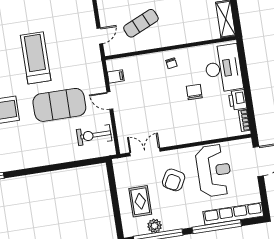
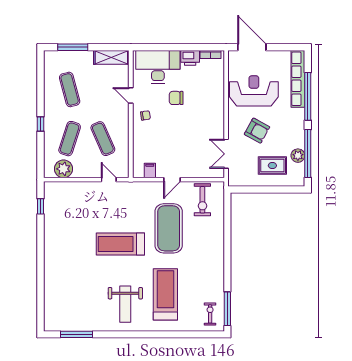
door: (189, 45) -> (131, 96), added

